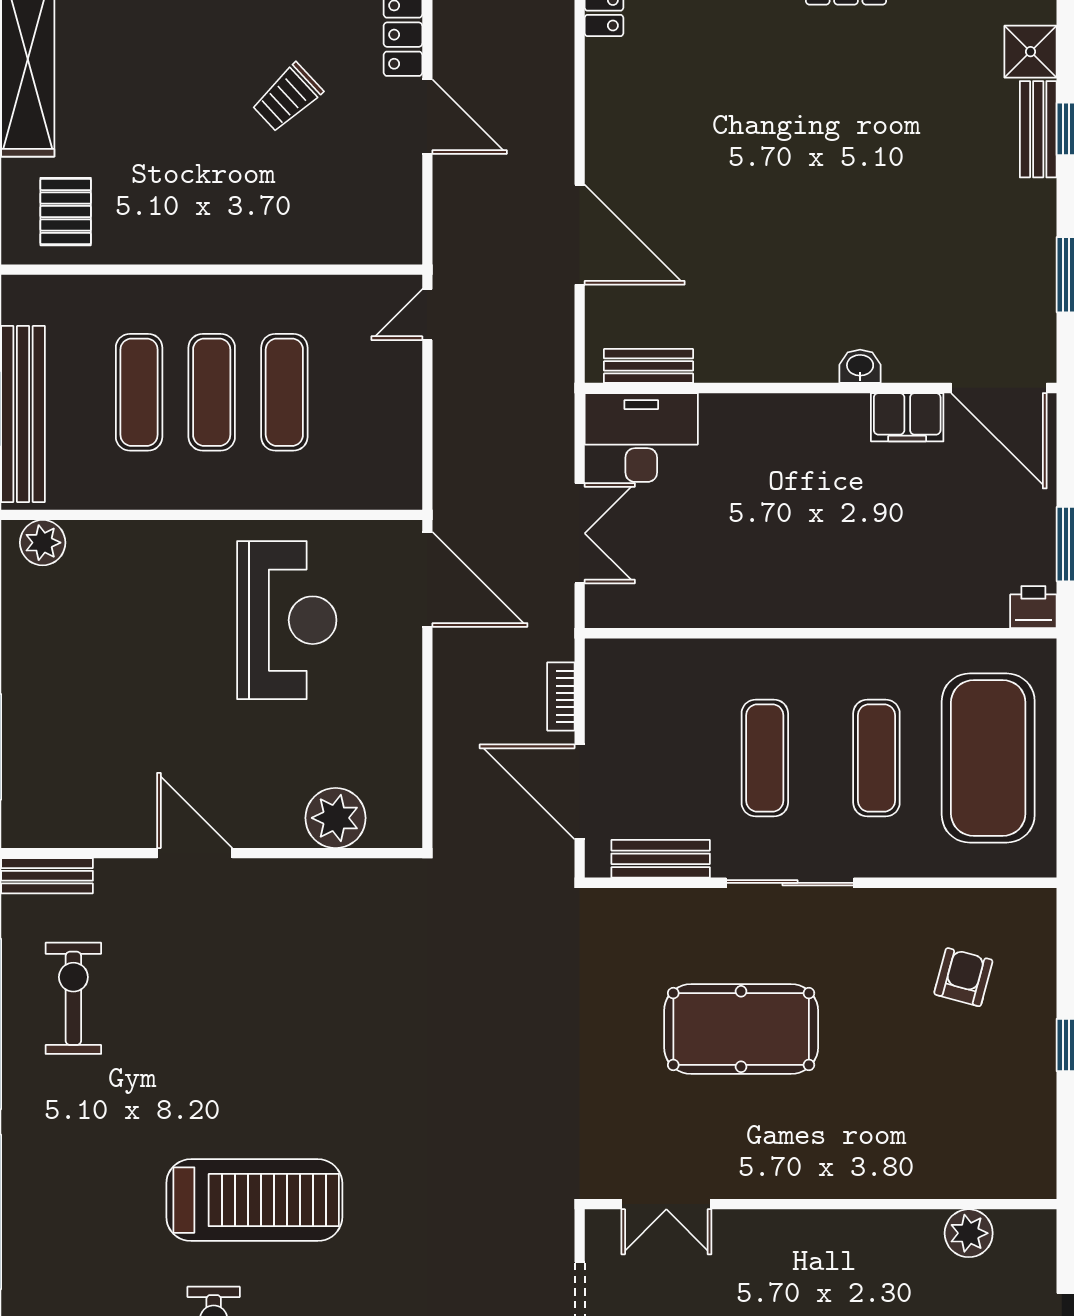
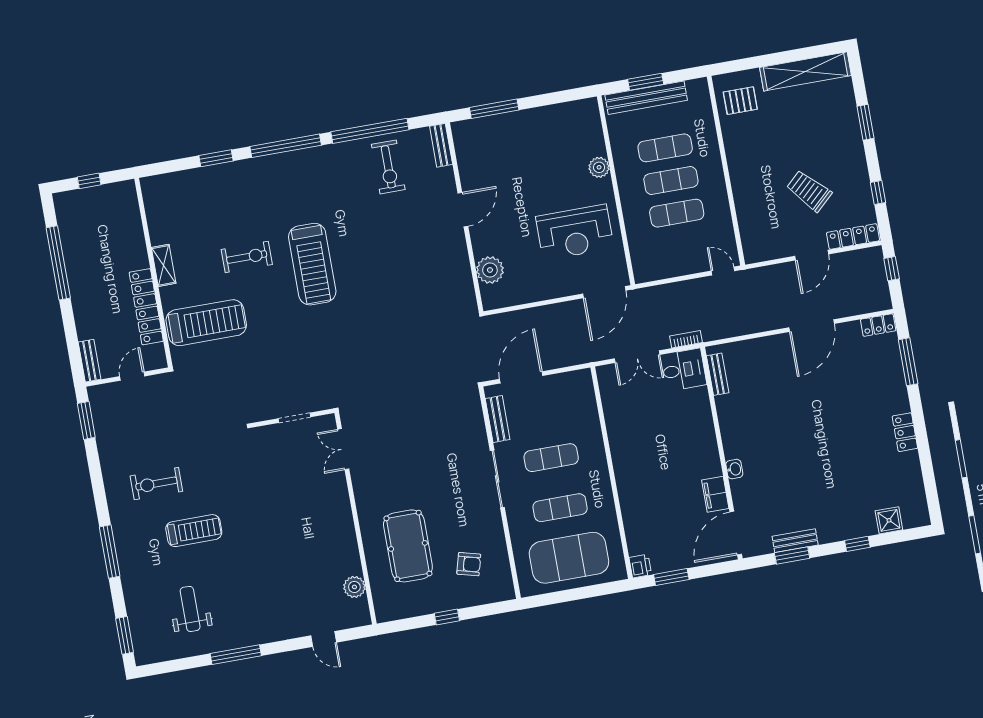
trolley: (287, 98) -> (809, 191), width x1.36, depth x1.39
bench: (1038, 129) -> (795, 541), moved
door: (580, 235) -> (812, 326), moved
desk: (641, 438) -> (684, 370), width x0.73
plant: (43, 543) -> (599, 167), moved
bookcase: (561, 696) -> (686, 339), moved
exercise bike: (73, 998) -> (388, 167), turned 90
pool table: (741, 1029) -> (408, 546), moved

